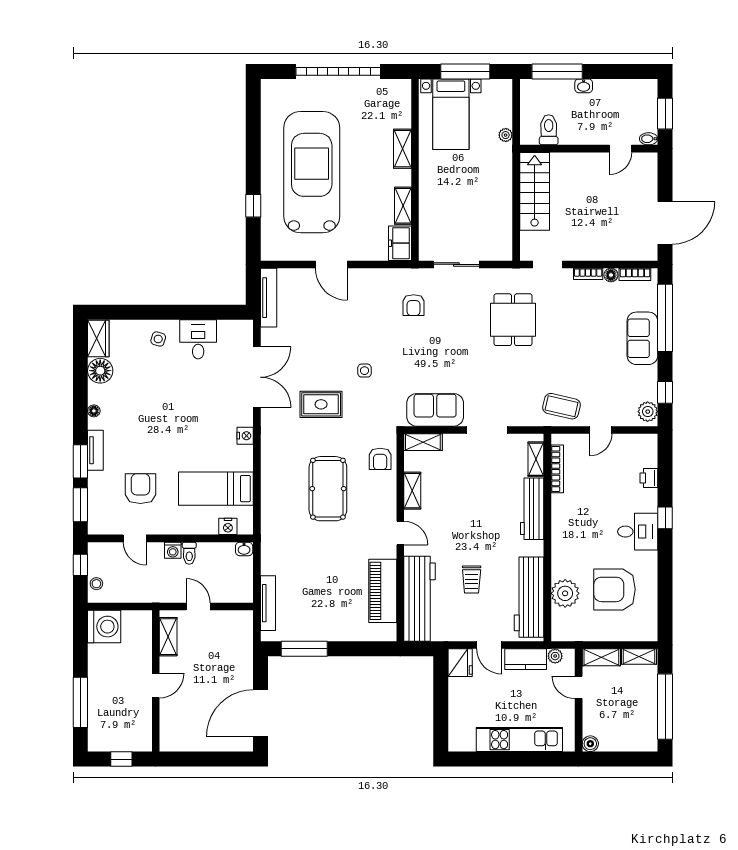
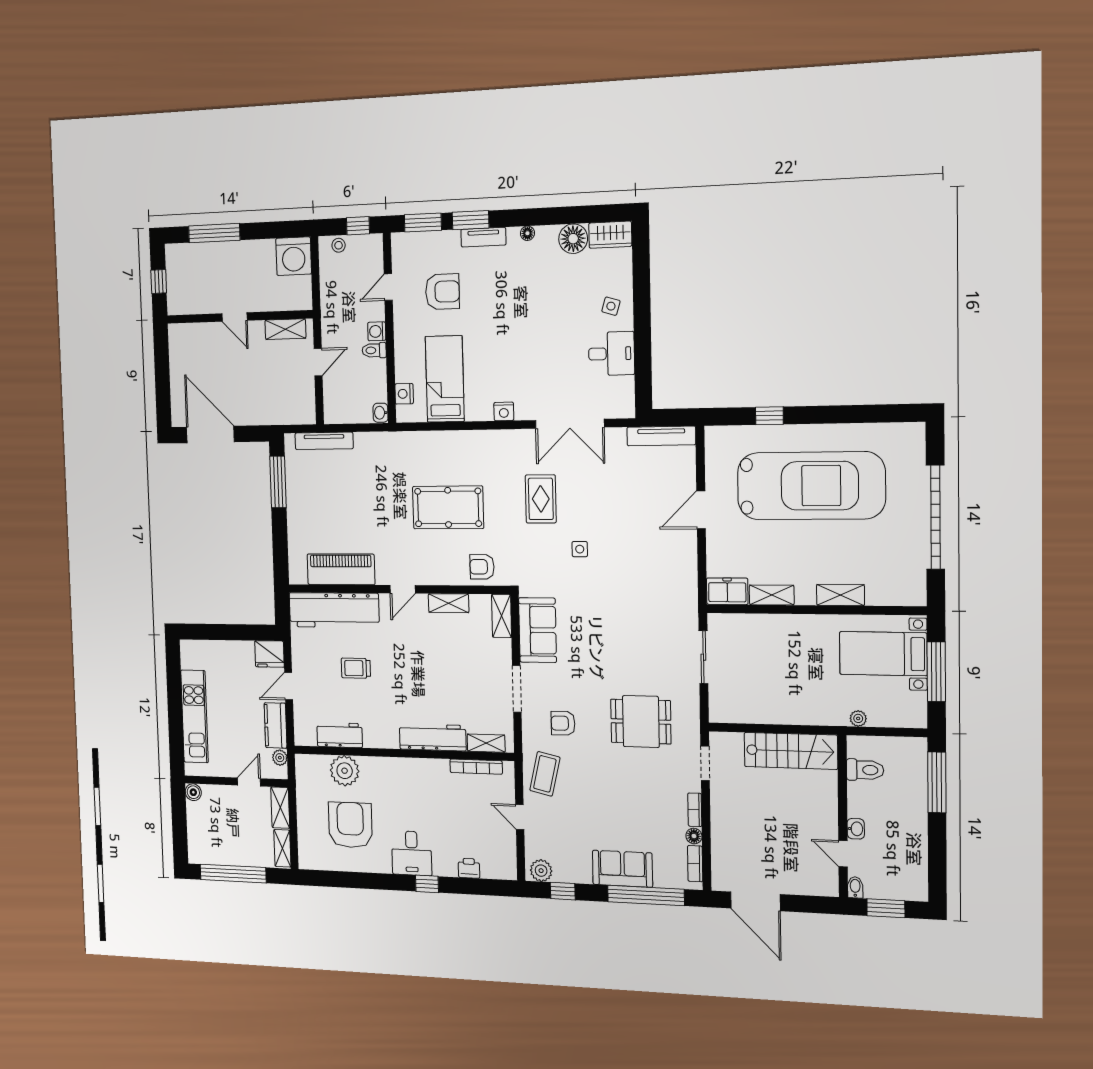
washbasin: (584, 86) -> (856, 829), moved, turned 180
armchair: (414, 305) -> (563, 723), moved
workbench: (529, 597) -> (340, 735), width x0.53, depth x0.76

